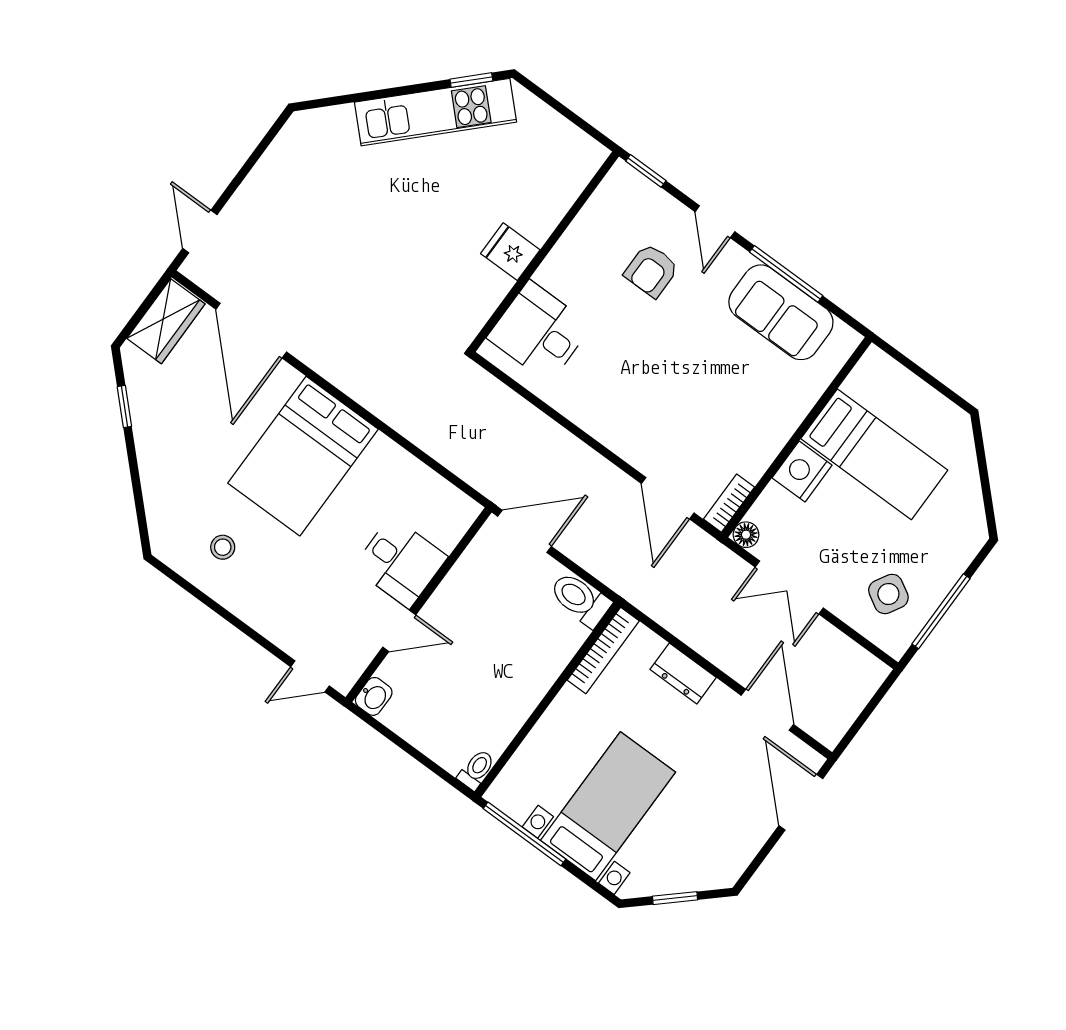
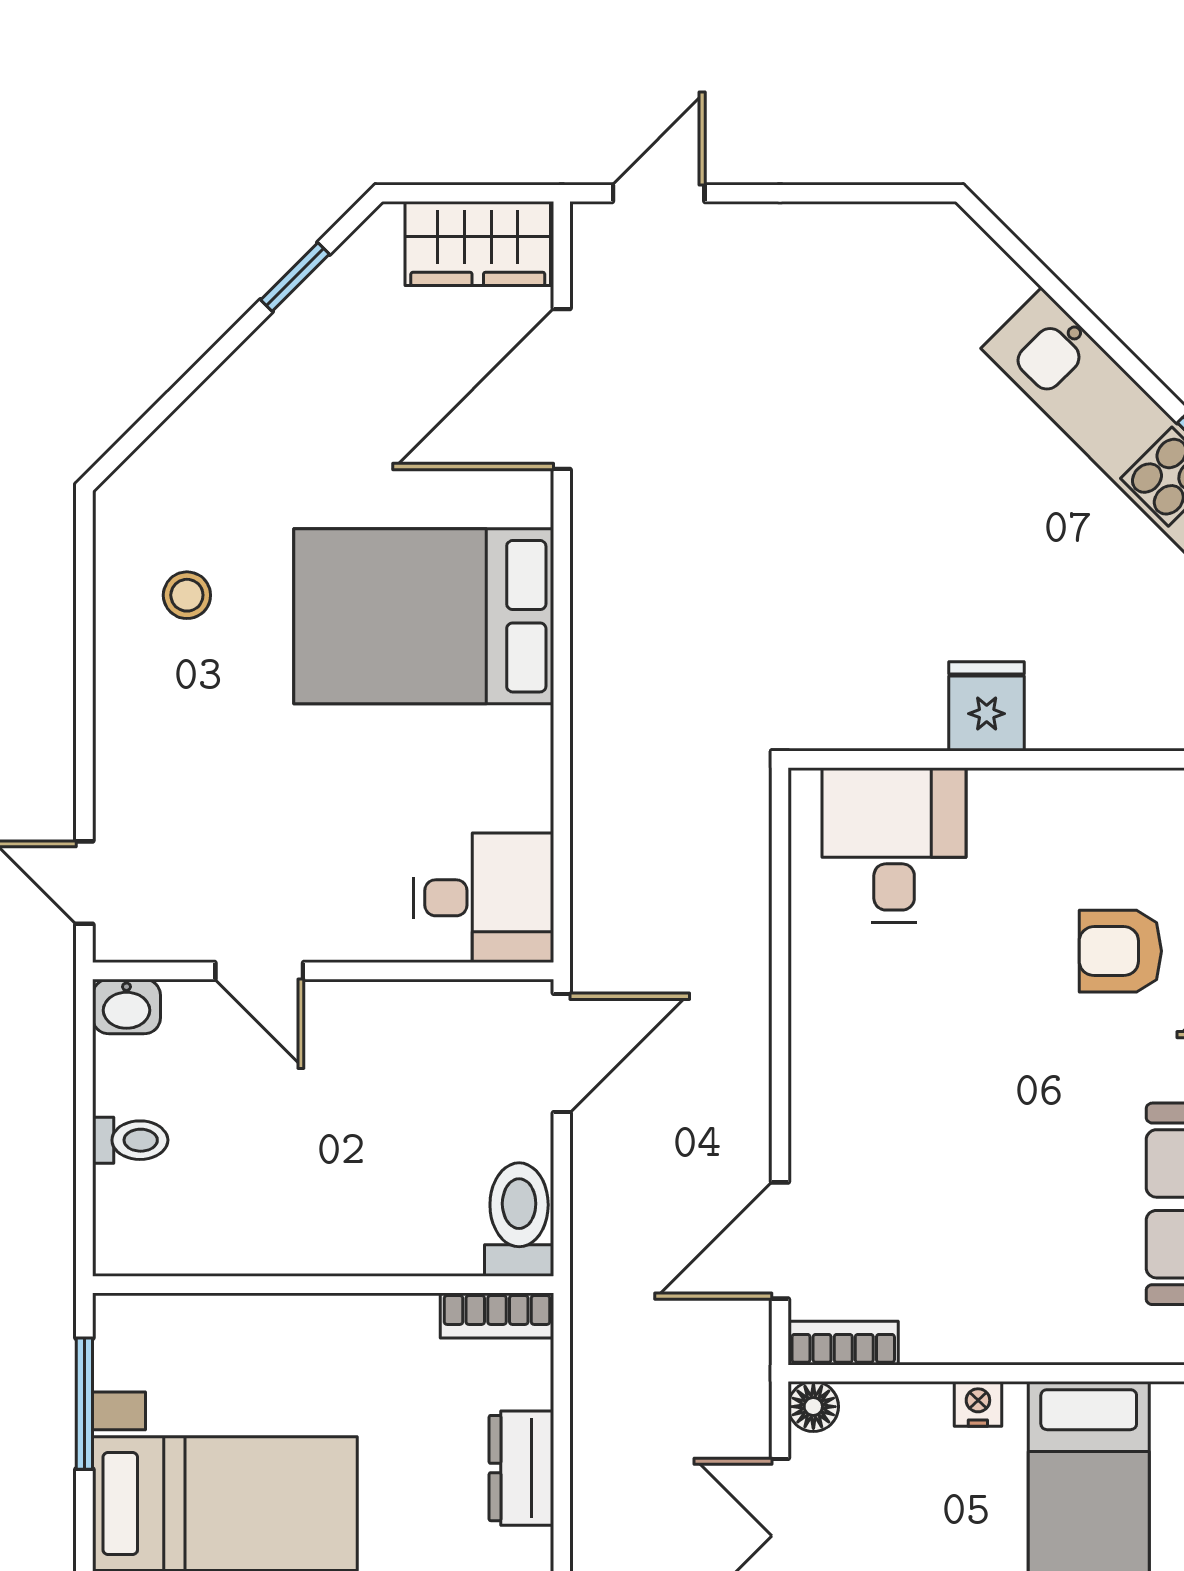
nightstand: (802, 471) -> (978, 1404), width x0.53, depth x0.56
door: (524, 531) -> (562, 1053), hinge flipped
desk: (400, 562) -> (484, 898), moved, turned -90
bookcase: (603, 650) -> (497, 1315), width x0.64
toilet: (476, 770) -> (130, 1140), moved
window: (524, 834) -> (84, 1404), width x0.69

